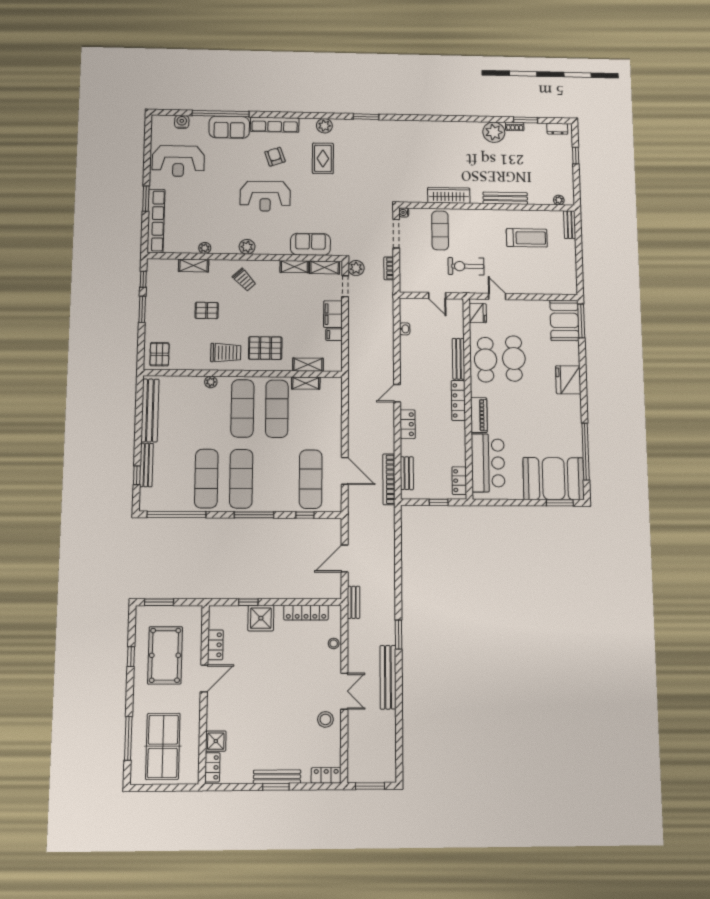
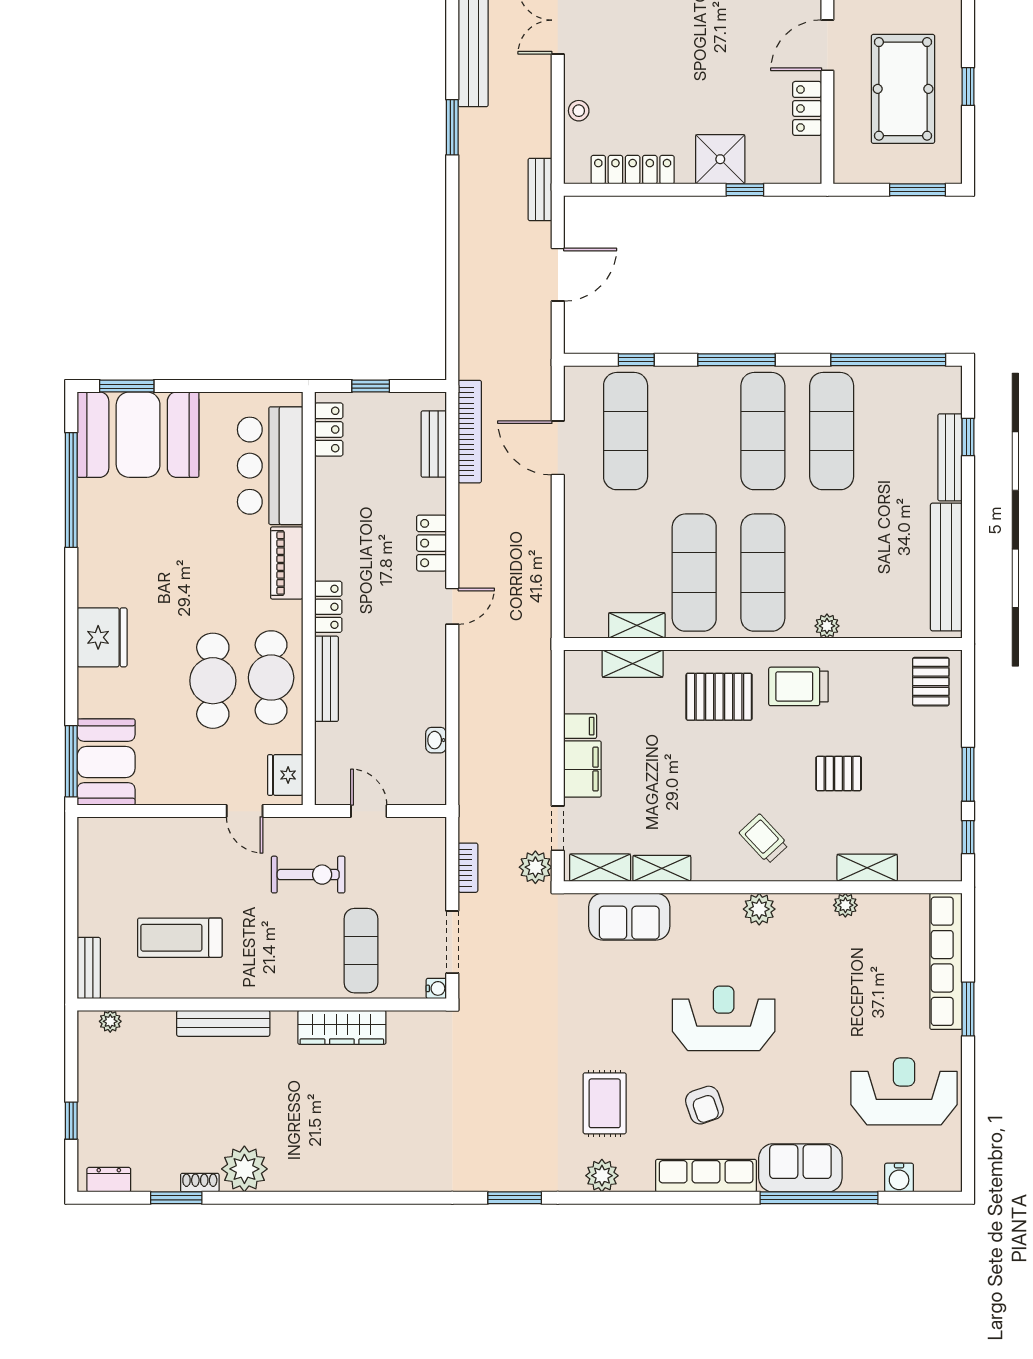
locker: (458, 400) -> (328, 607), width x0.66

